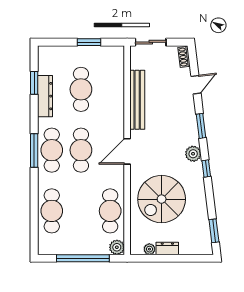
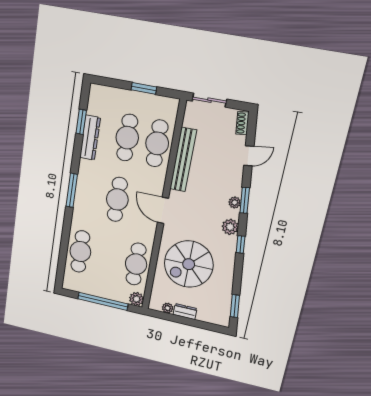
plant: (192, 130) -> (235, 202), added
cafe table: (52, 150) -> (157, 143), moved
door: (127, 151) -> (163, 210), hinge flipped

